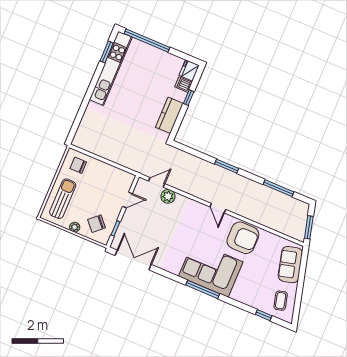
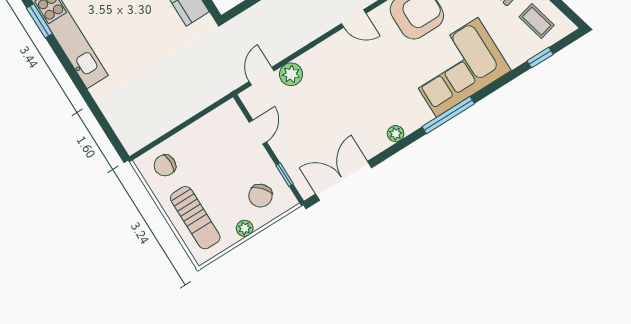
sun lounger: (63, 199) -> (195, 218), turned 180
plant: (175, 269) -> (396, 134), added
corner sofa: (211, 269) -> (457, 67), moved

